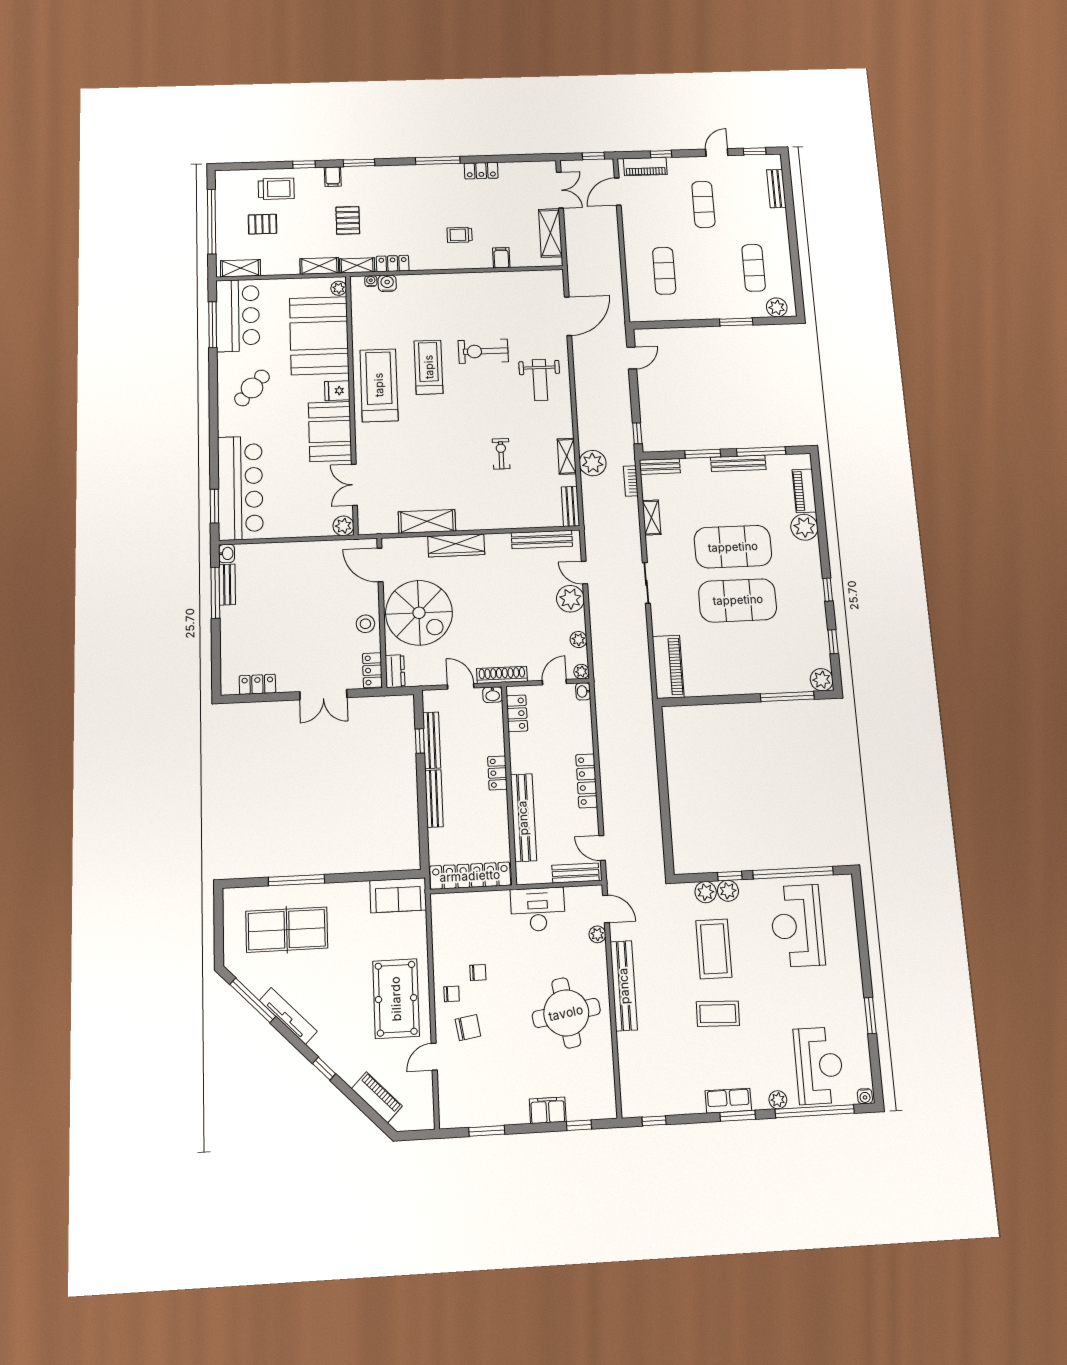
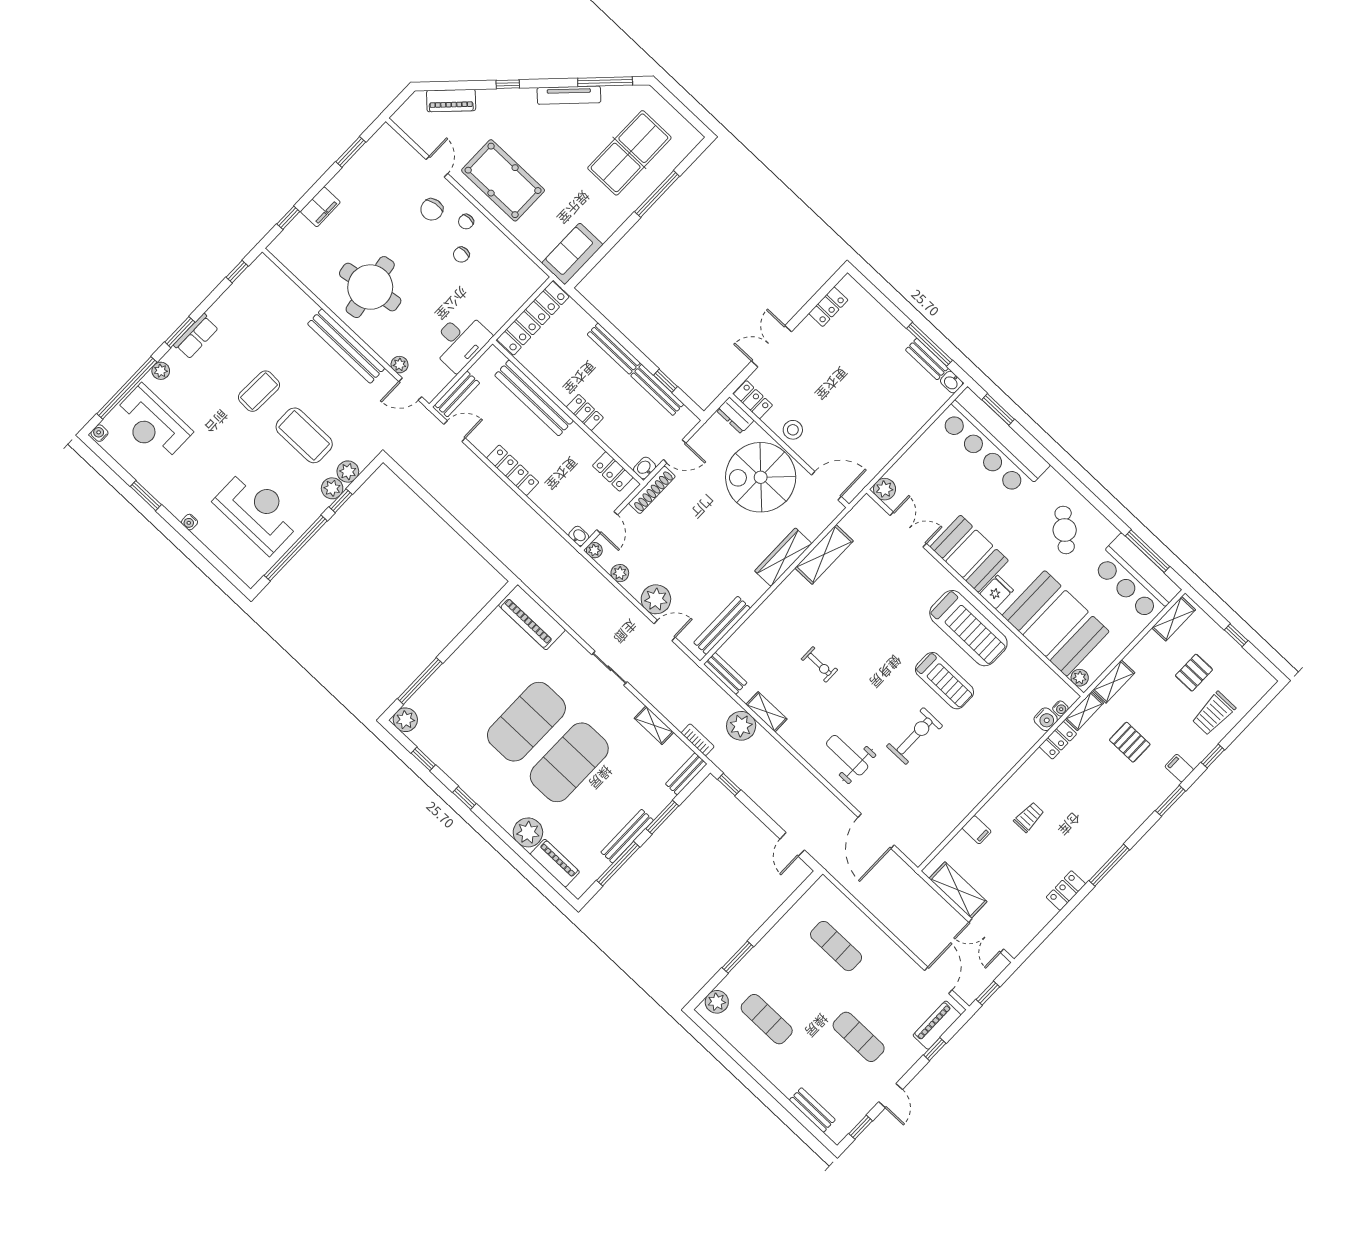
window: (212, 222) -> (1236, 635), width x0.32
water cooler: (855, 965) -> (190, 522), added

